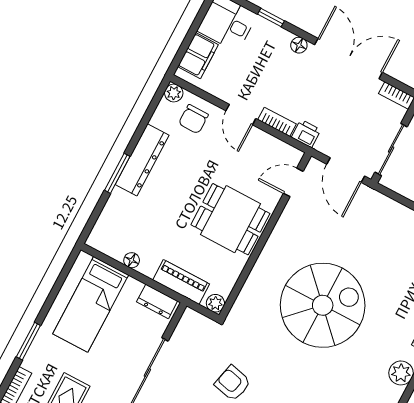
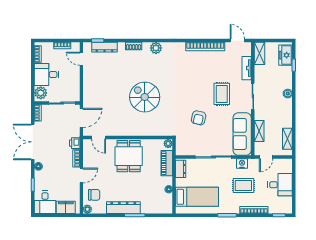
spiral stairs: (323, 305) -> (145, 97), width x0.73, depth x0.73

